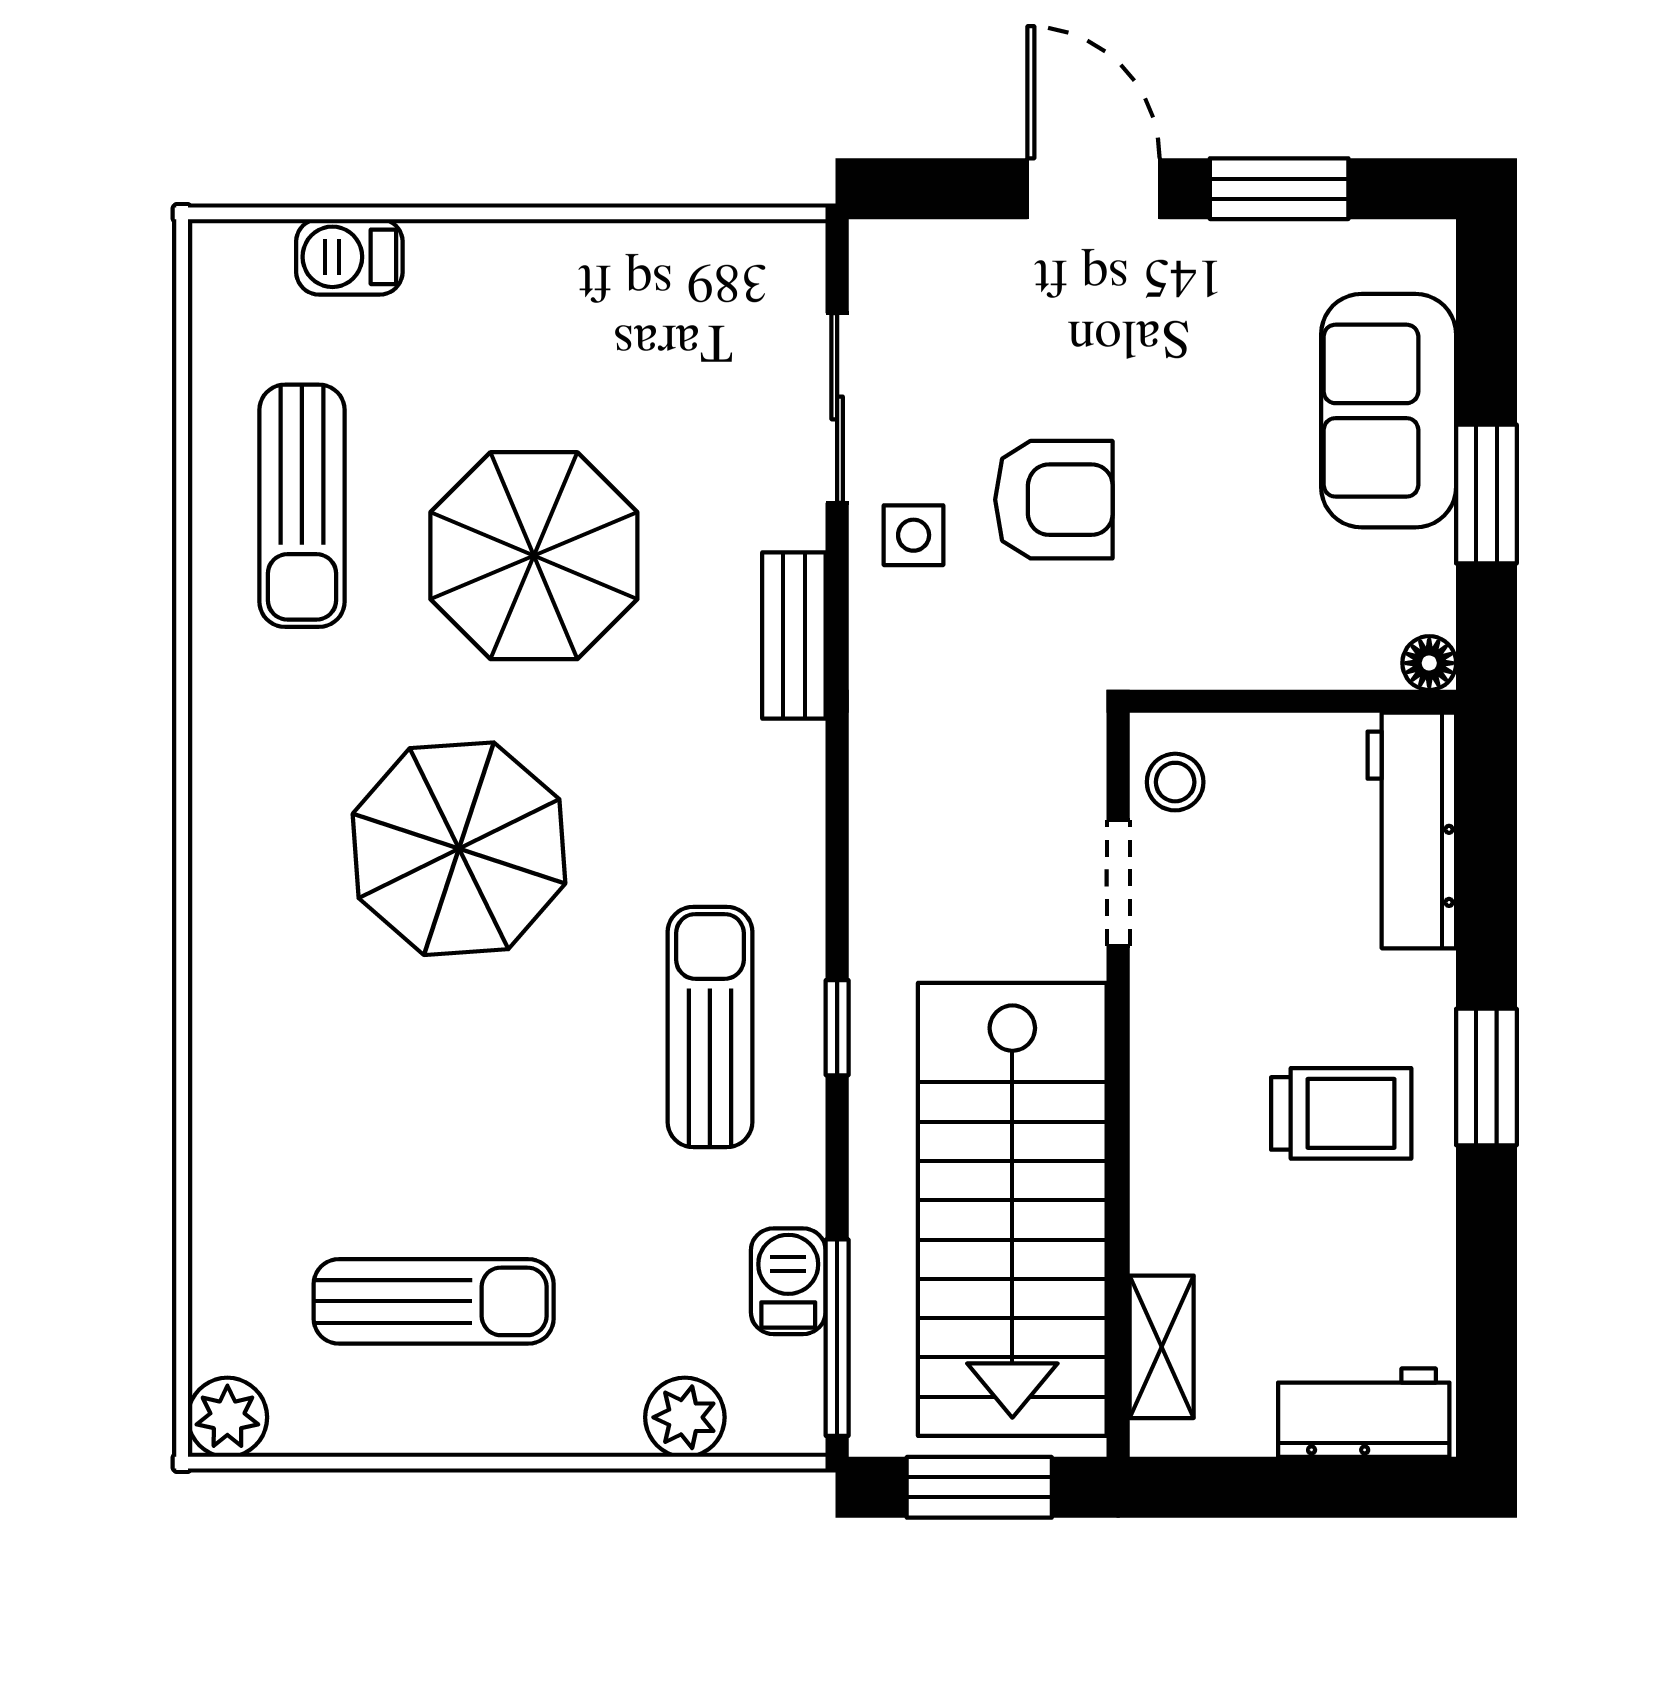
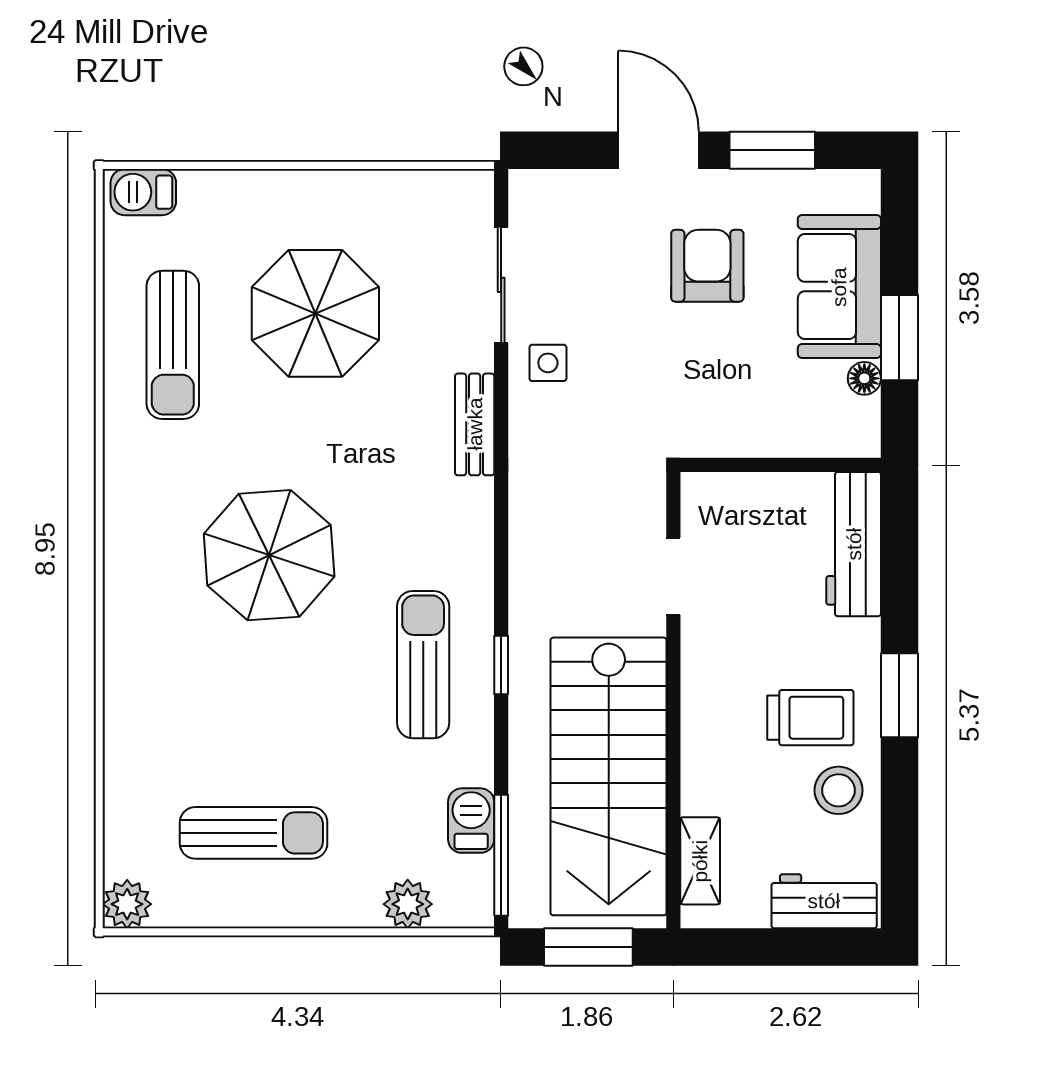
barbecue: (349, 257) -> (143, 192), moved
armchair: (1054, 500) -> (707, 266), moved, turned -90
parasol: (534, 556) -> (315, 313), moved
floor lamp: (1429, 663) -> (864, 378), moved
stool: (1175, 782) -> (839, 790), moved, width x1.37, depth x1.37

